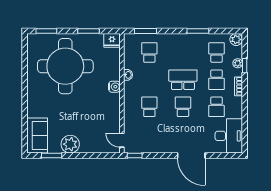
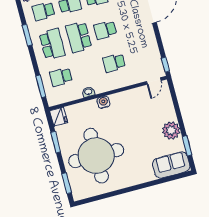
school desk: (183, 53) -> (52, 44), added

